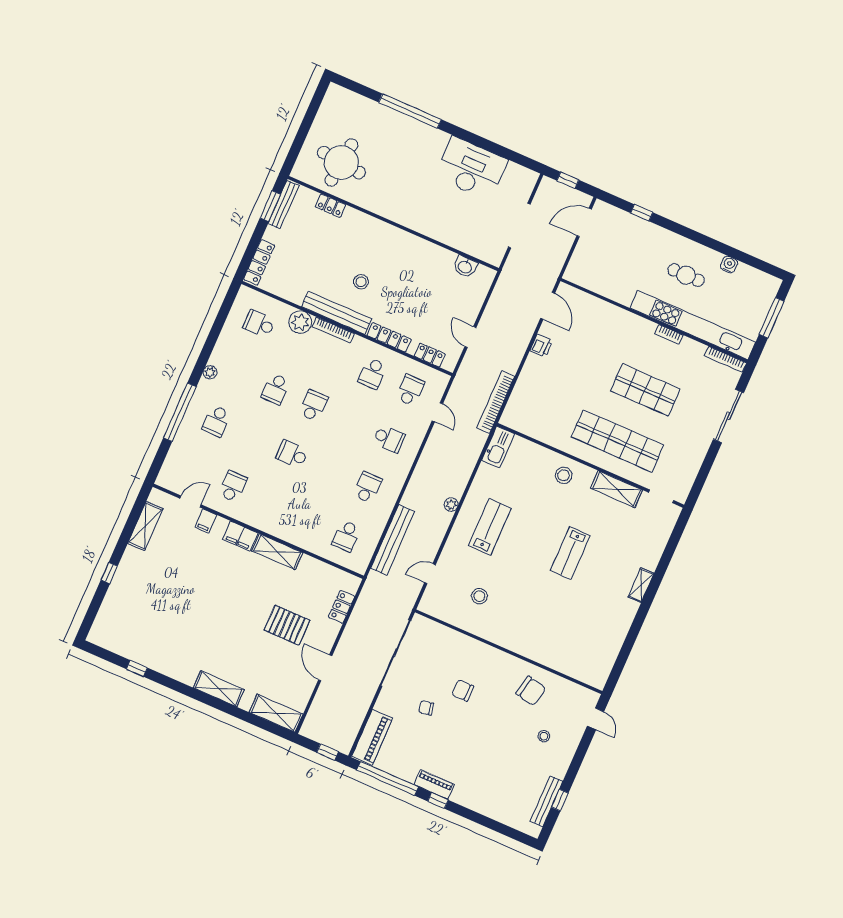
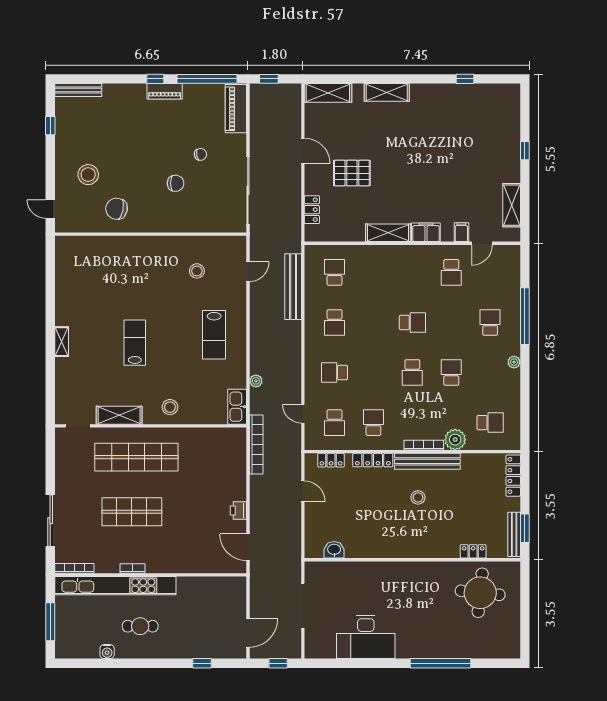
plant: (451, 505) -> (256, 381), moved
stool: (544, 736) -> (88, 175), width x1.89, depth x1.89
bench: (546, 801) -> (78, 90), moved, turned 90

